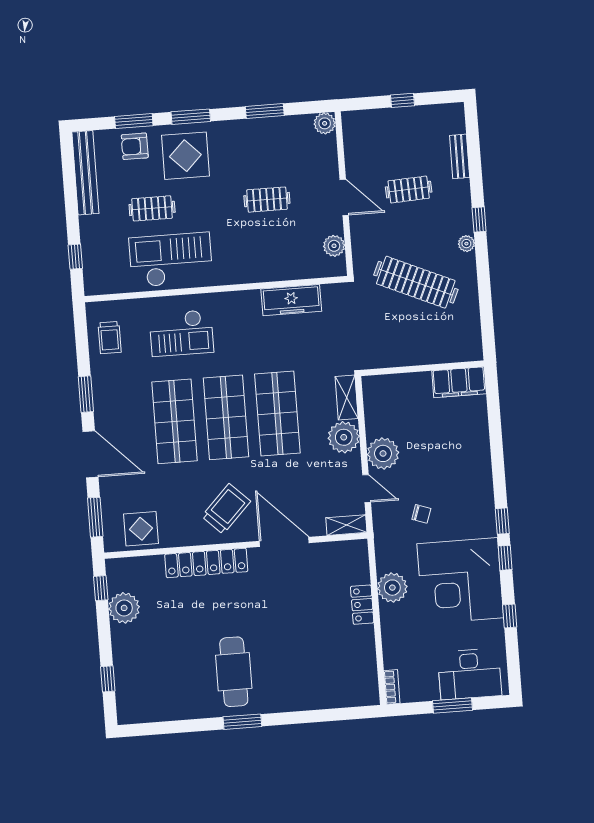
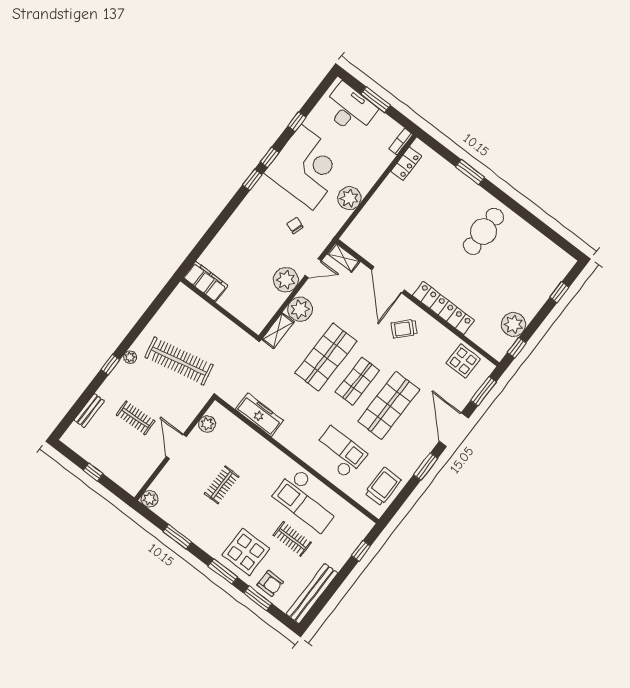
clothes rail: (267, 200) -> (222, 485), turned 90
clothes rail: (416, 282) -> (179, 361), turned -36
trolley: (110, 338) -> (383, 487), width x1.36, depth x1.39
shop shelf: (226, 417) -> (357, 381), width x0.70, depth x0.74
door: (367, 489) -> (313, 268), swing flipped
trolley: (226, 509) -> (404, 329), width x0.73, depth x0.72
locker: (362, 605) -> (406, 164), moved
window: (242, 722) -> (470, 172), moved

